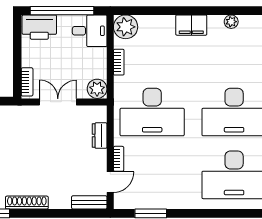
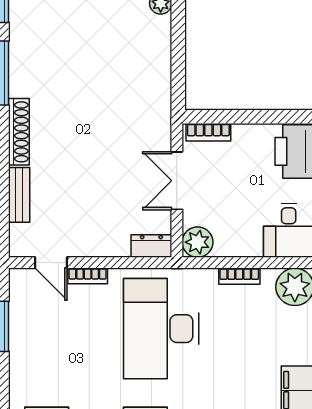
double door: (58, 102) -> (177, 181), swing flipped
dresser: (100, 136) -> (151, 246), moved
bench: (89, 202) -> (19, 195), moved

